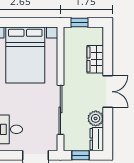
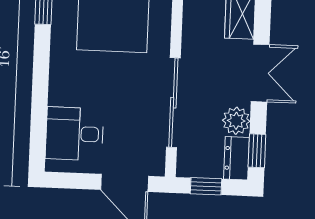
window: (108, 134) -> (257, 151), added

